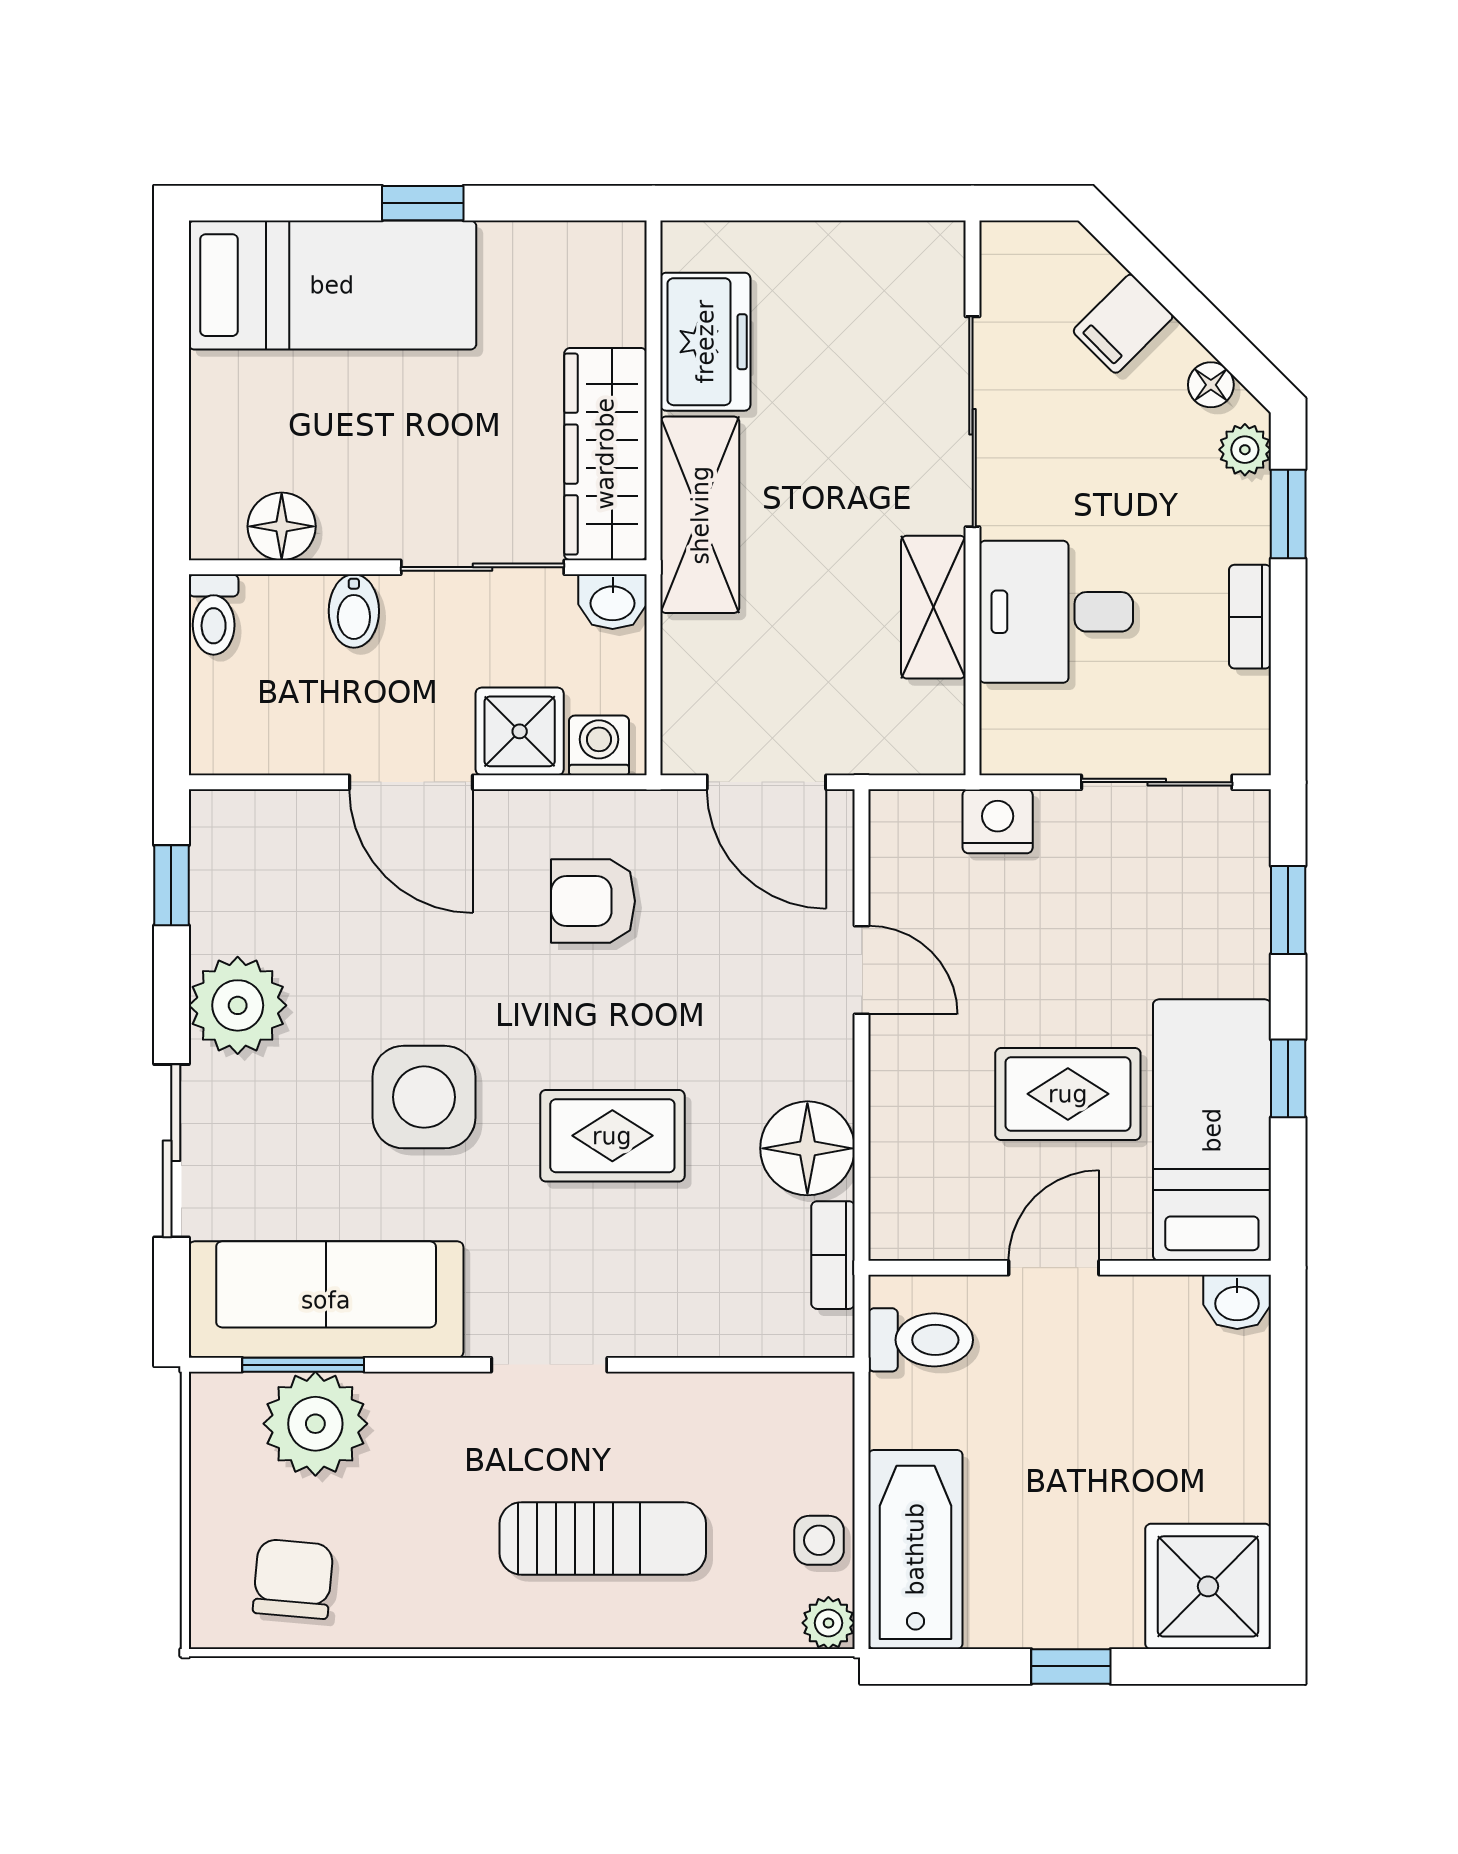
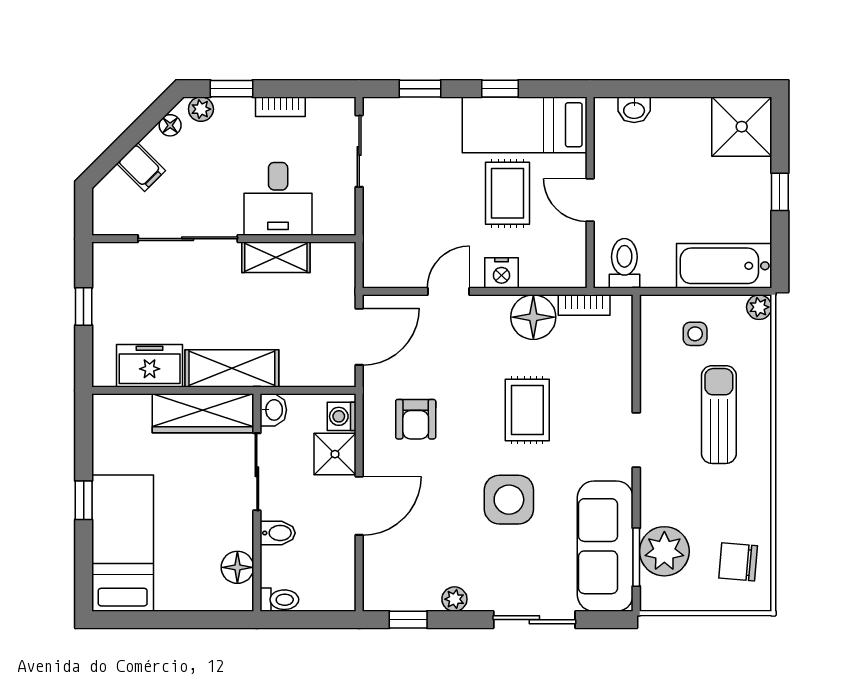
window: (830, 203) -> (84, 306), added
nightstand: (998, 821) -> (502, 273), moved, turned -90
plant: (238, 1005) -> (454, 599), width x0.53, depth x0.53
washbasin: (1237, 1302) -> (634, 110), moved, turned 90
side table: (819, 1540) -> (695, 334), moved

